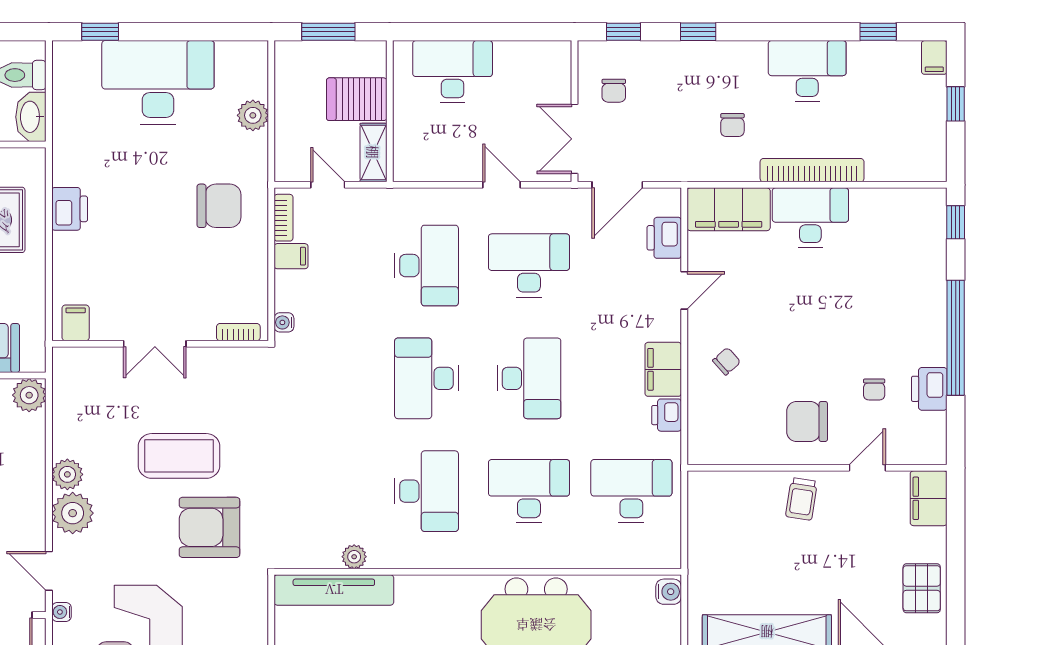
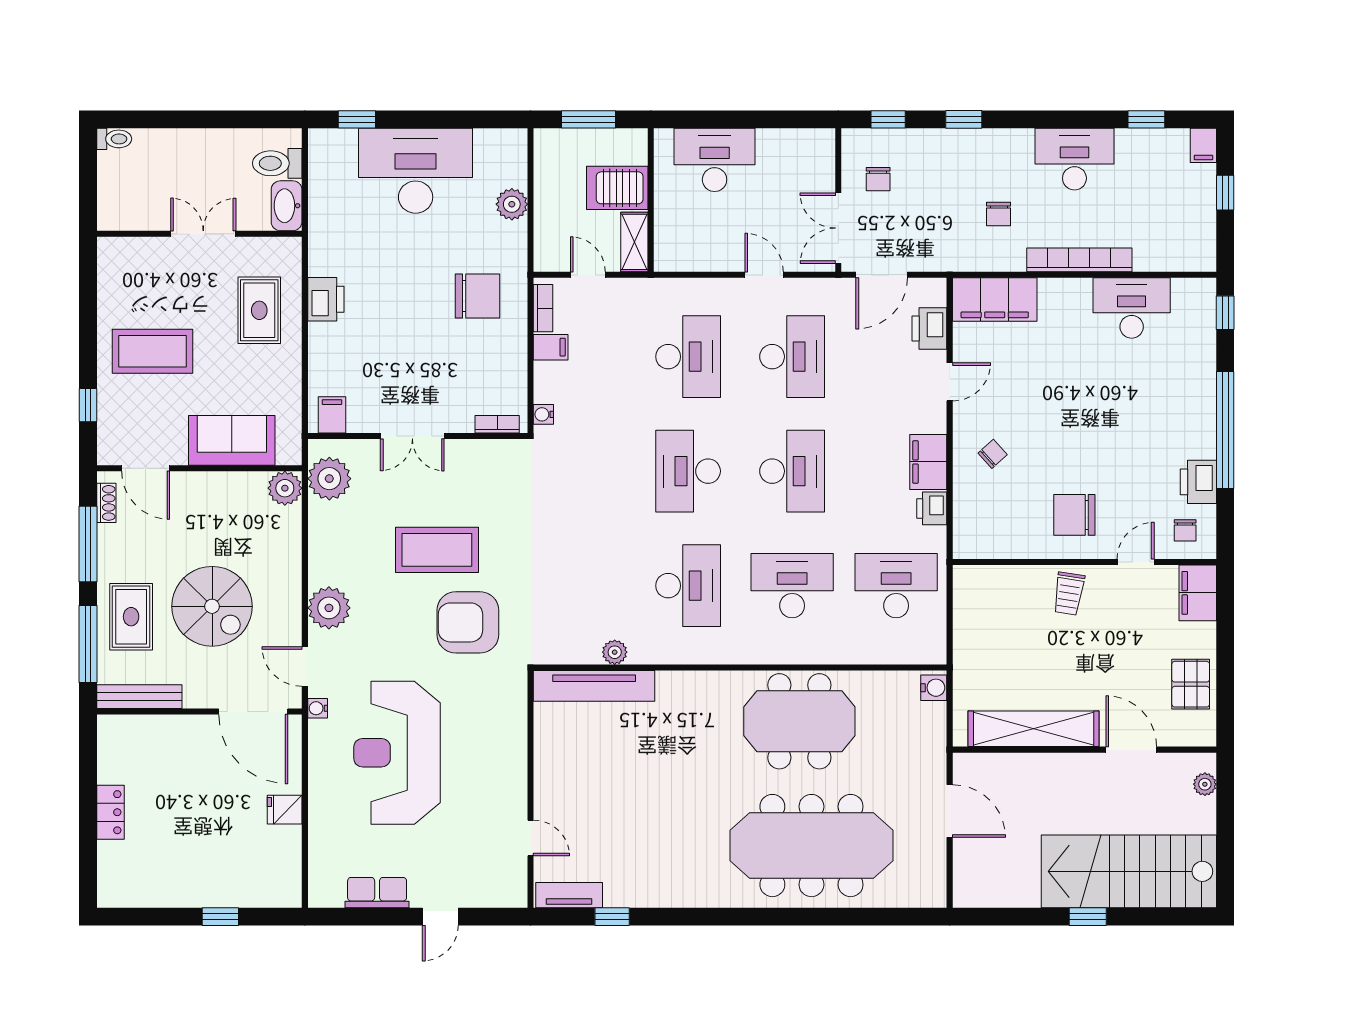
desk: (810, 218) -> (1132, 308), moved
desk: (529, 266) -> (792, 357), turned 90
chair: (874, 389) -> (1185, 530), moved
plant: (67, 474) -> (329, 479), moved, width x1.36, depth x1.36

